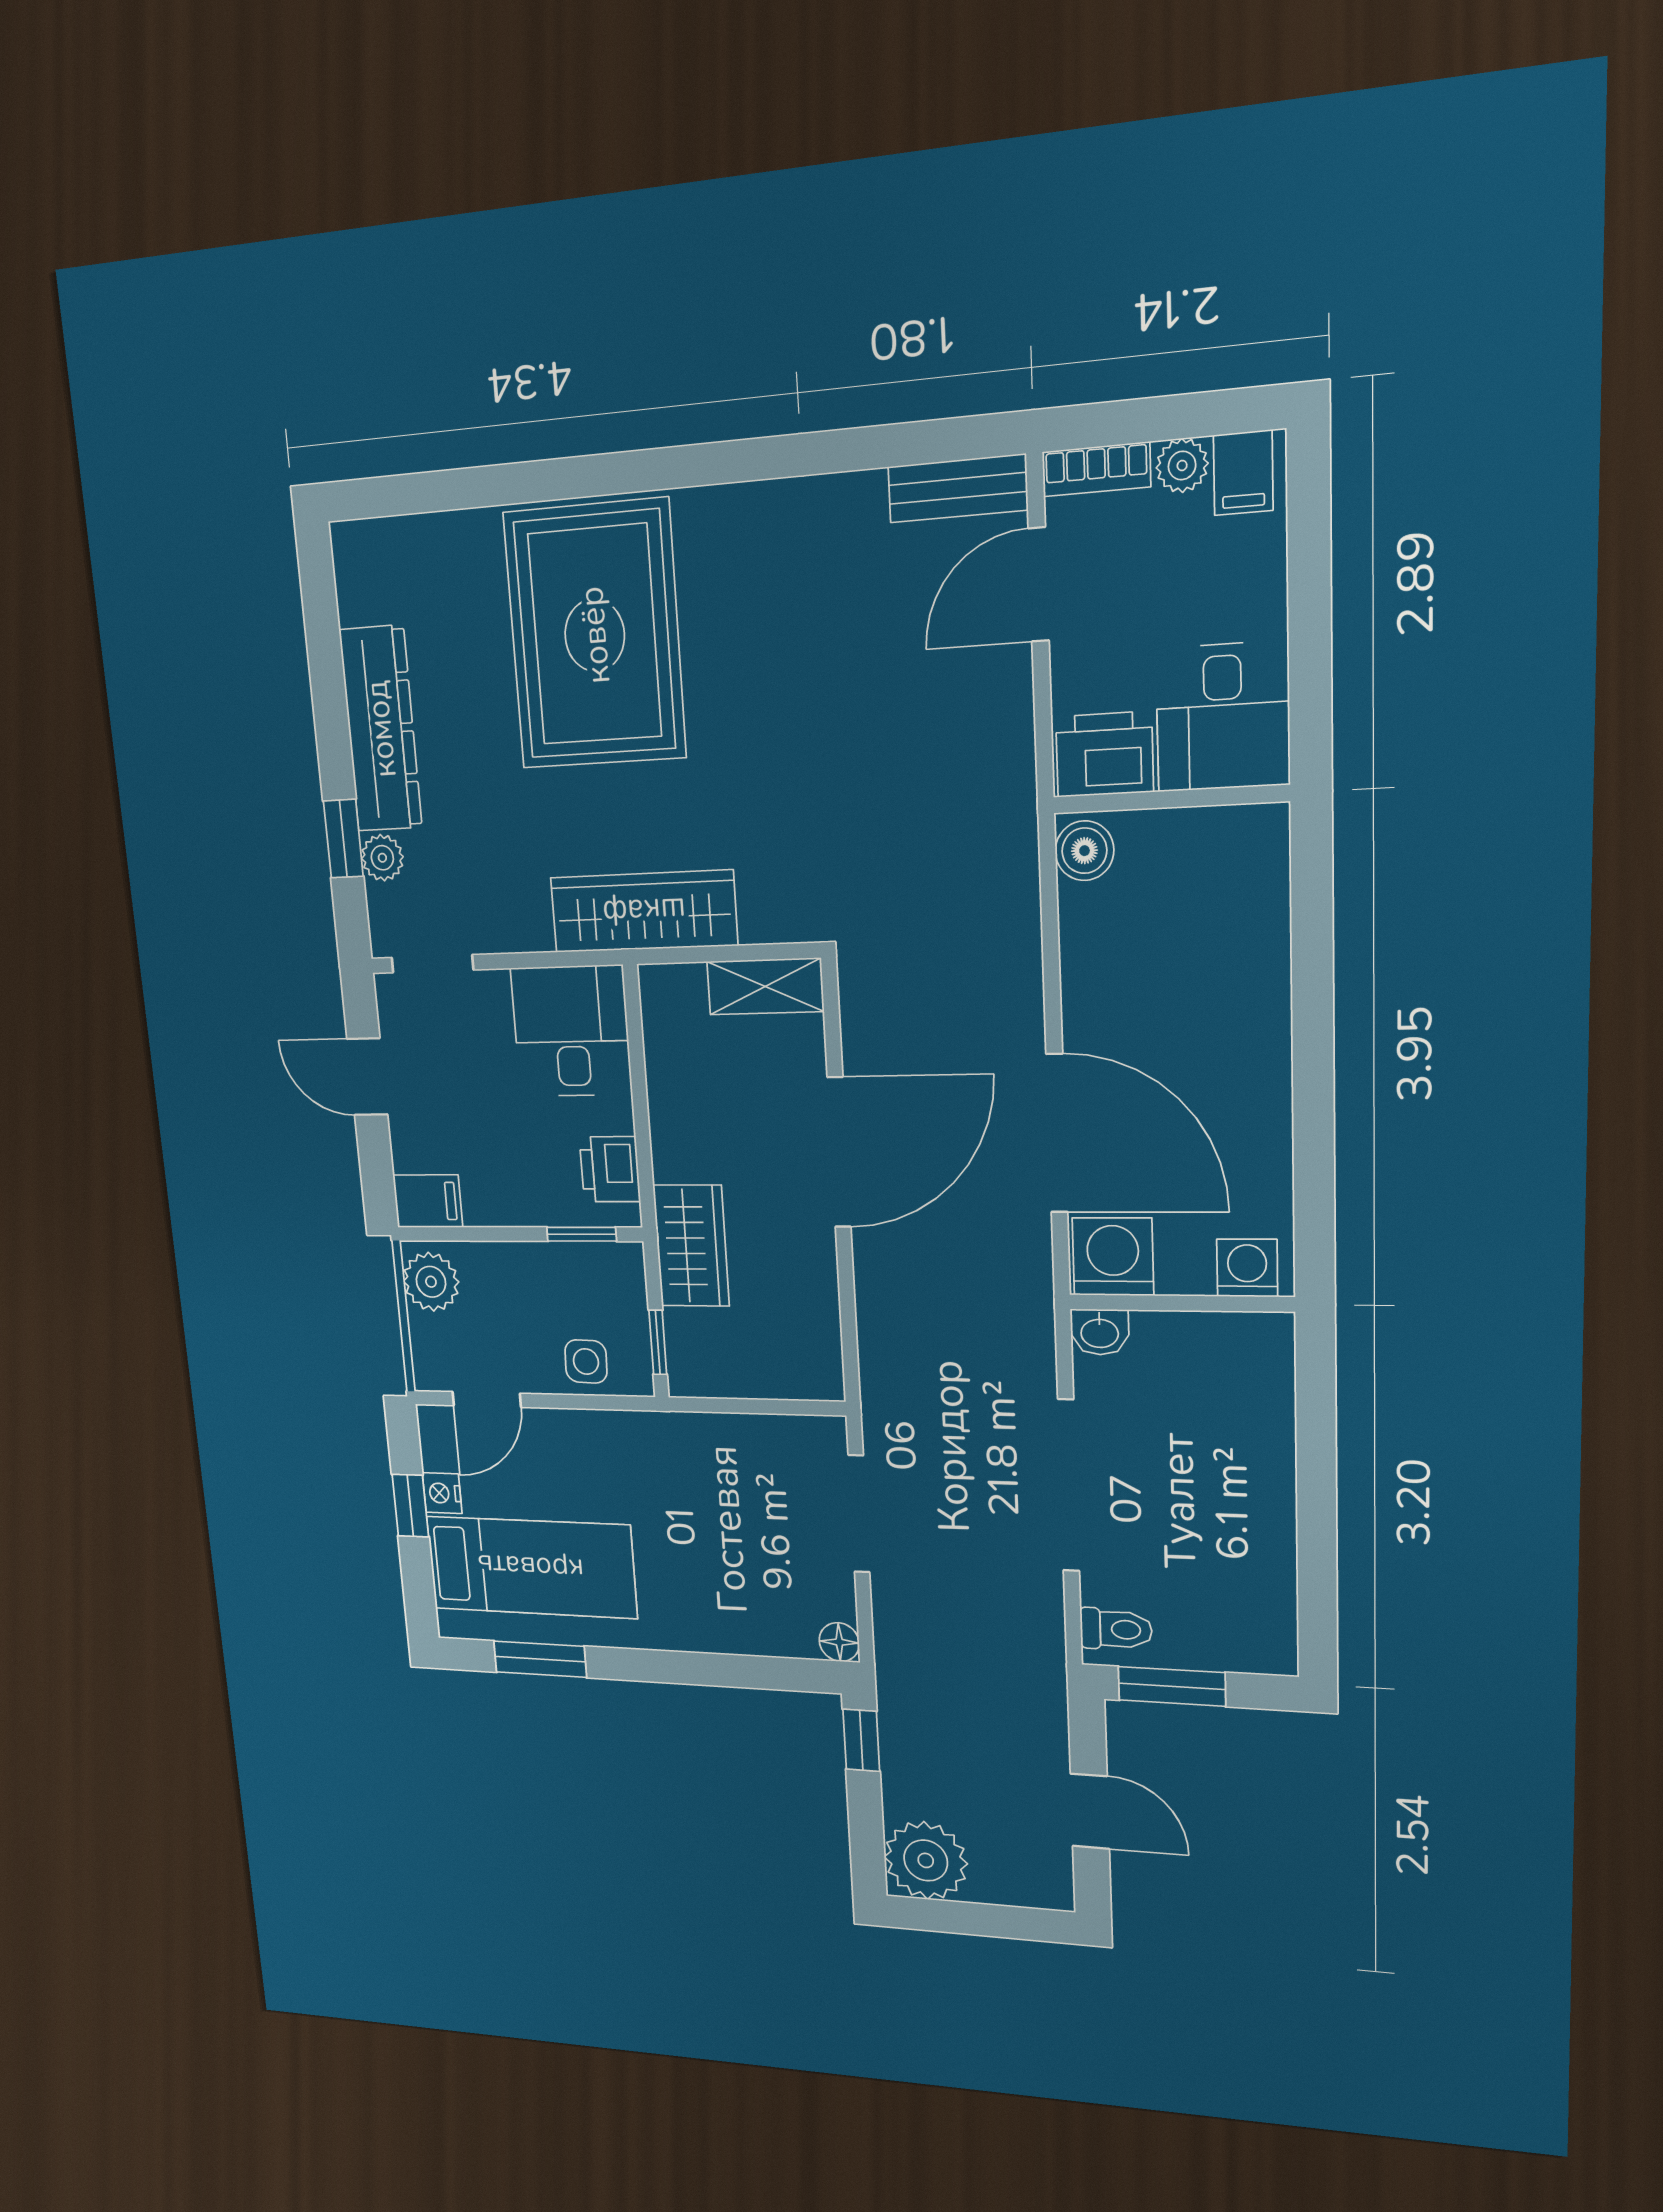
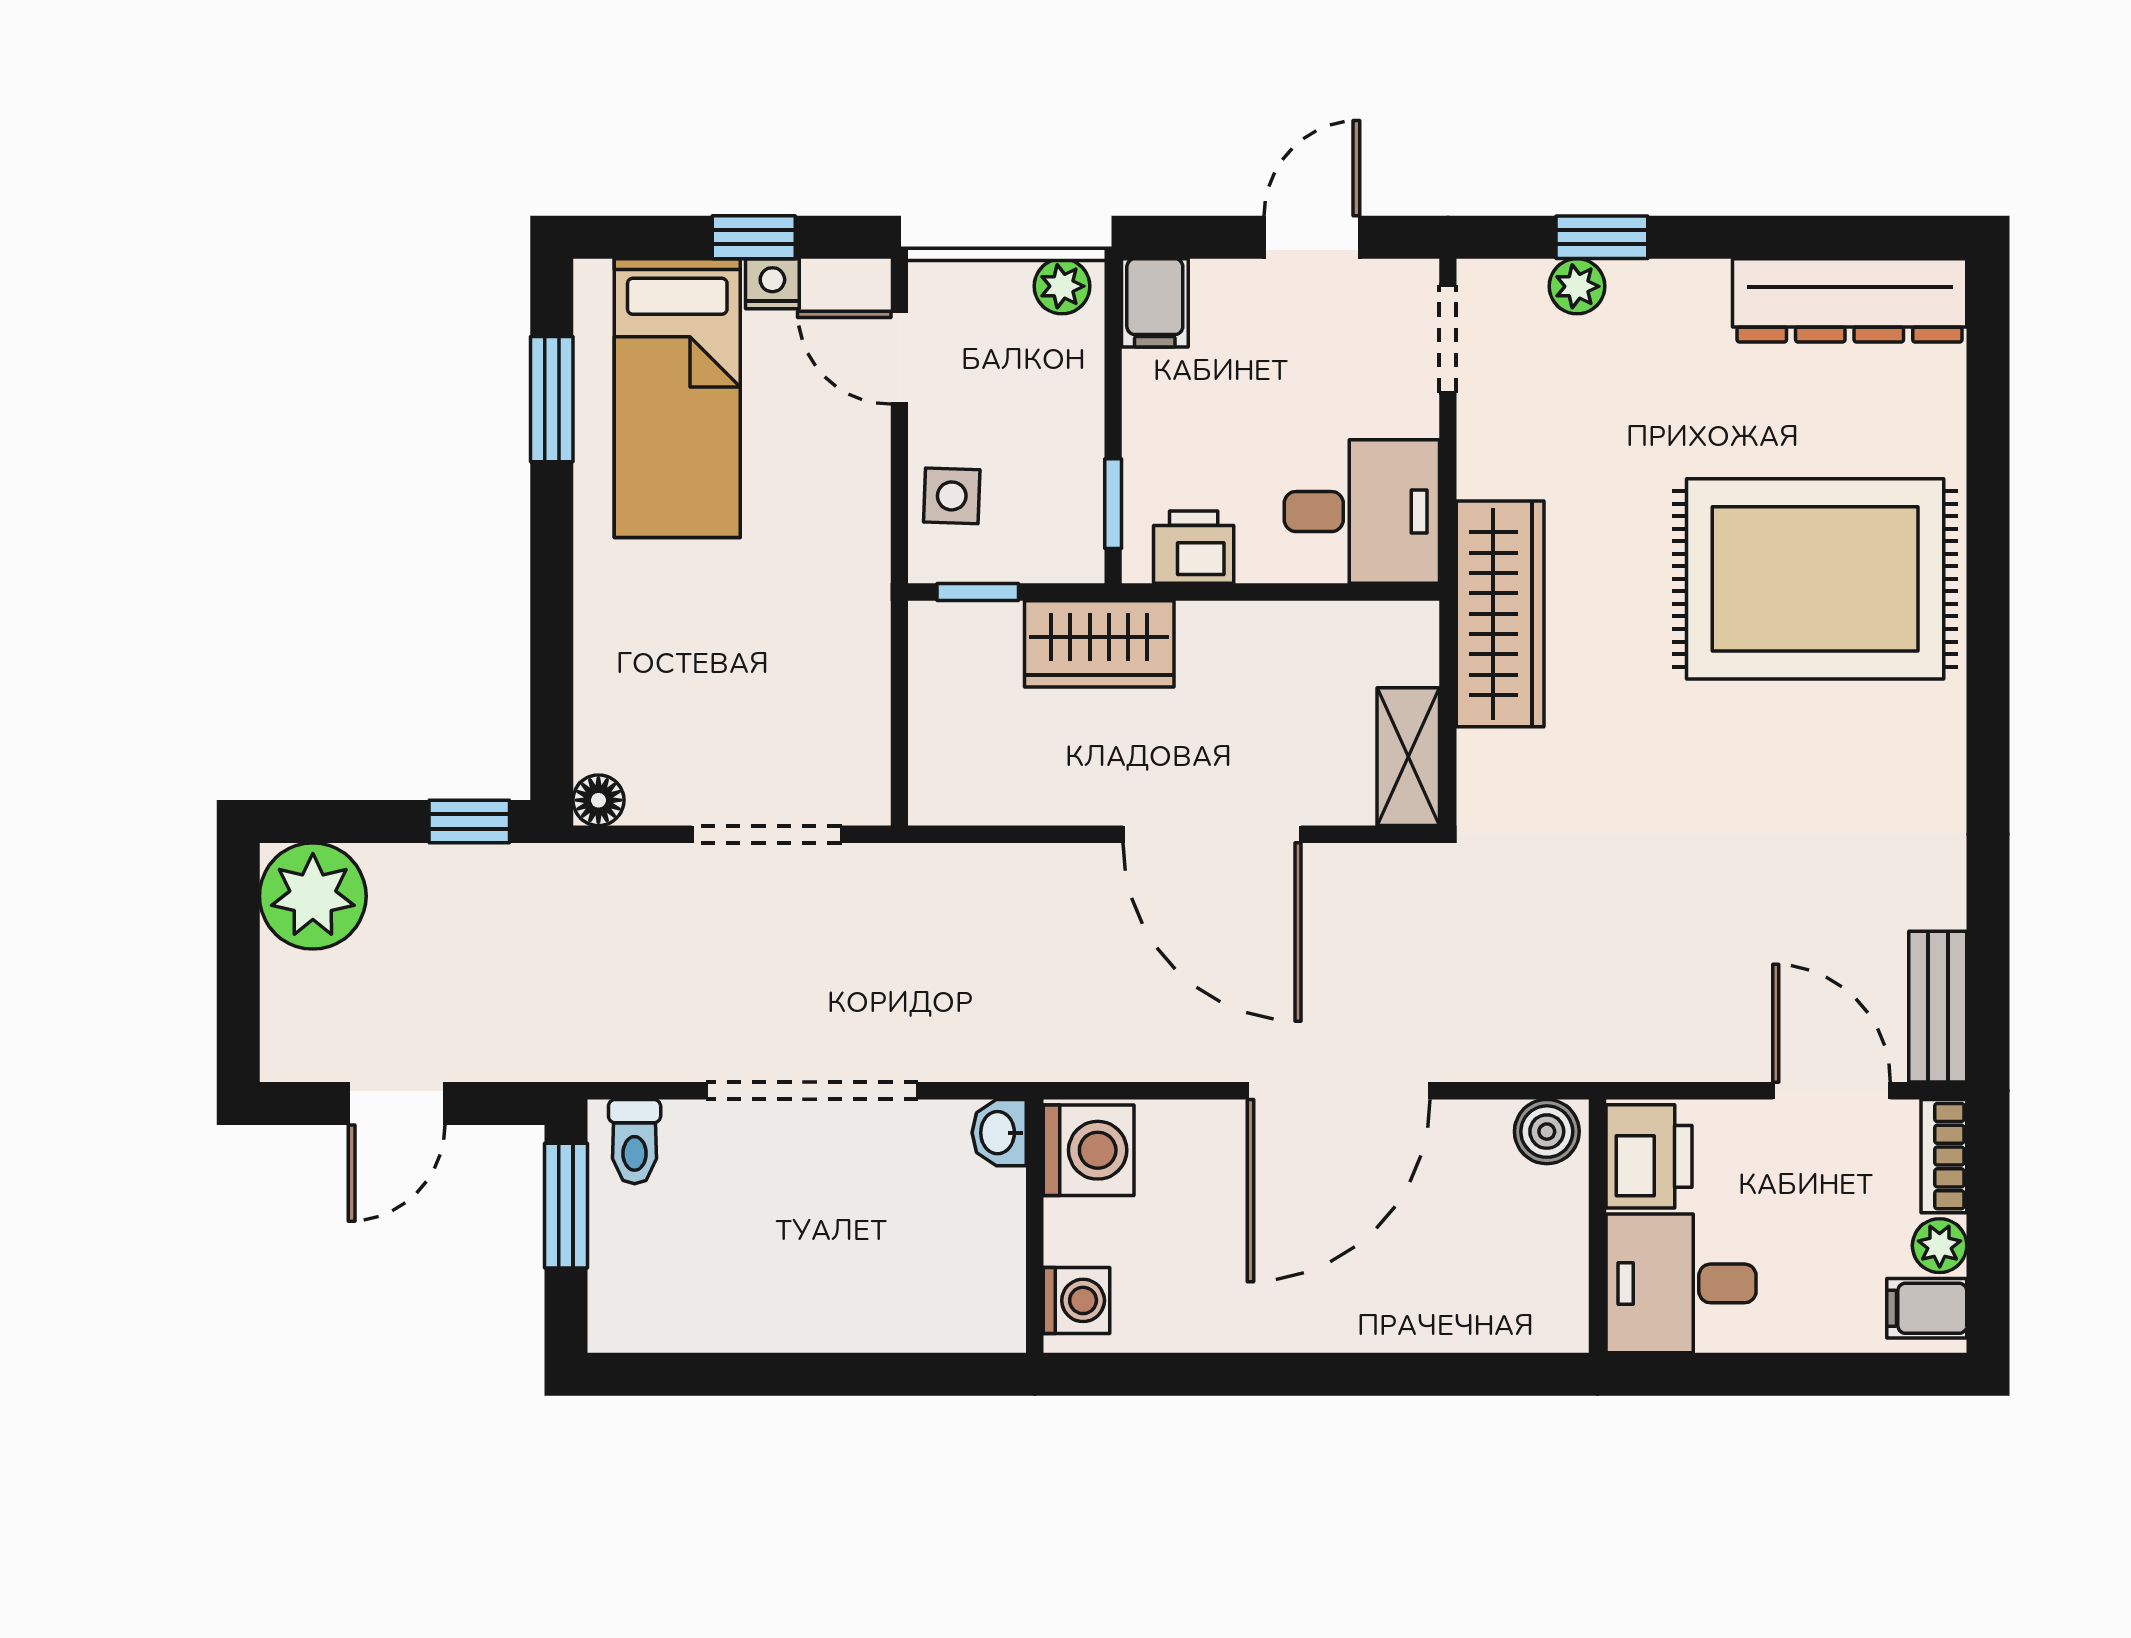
dresser: (381, 729) -> (1850, 300), moved
door: (1057, 1133) -> (1339, 1091), moved
plant: (431, 1282) -> (1062, 286), width x0.73, depth x0.73

